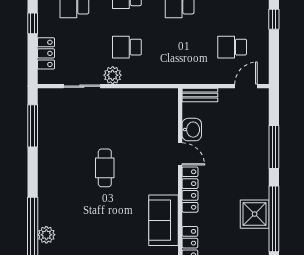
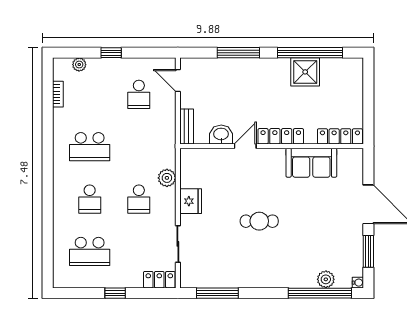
locker: (46, 53) -> (159, 280), moved
plant: (113, 75) -> (167, 178), moved
fridge: (125, 99) -> (191, 201), added

